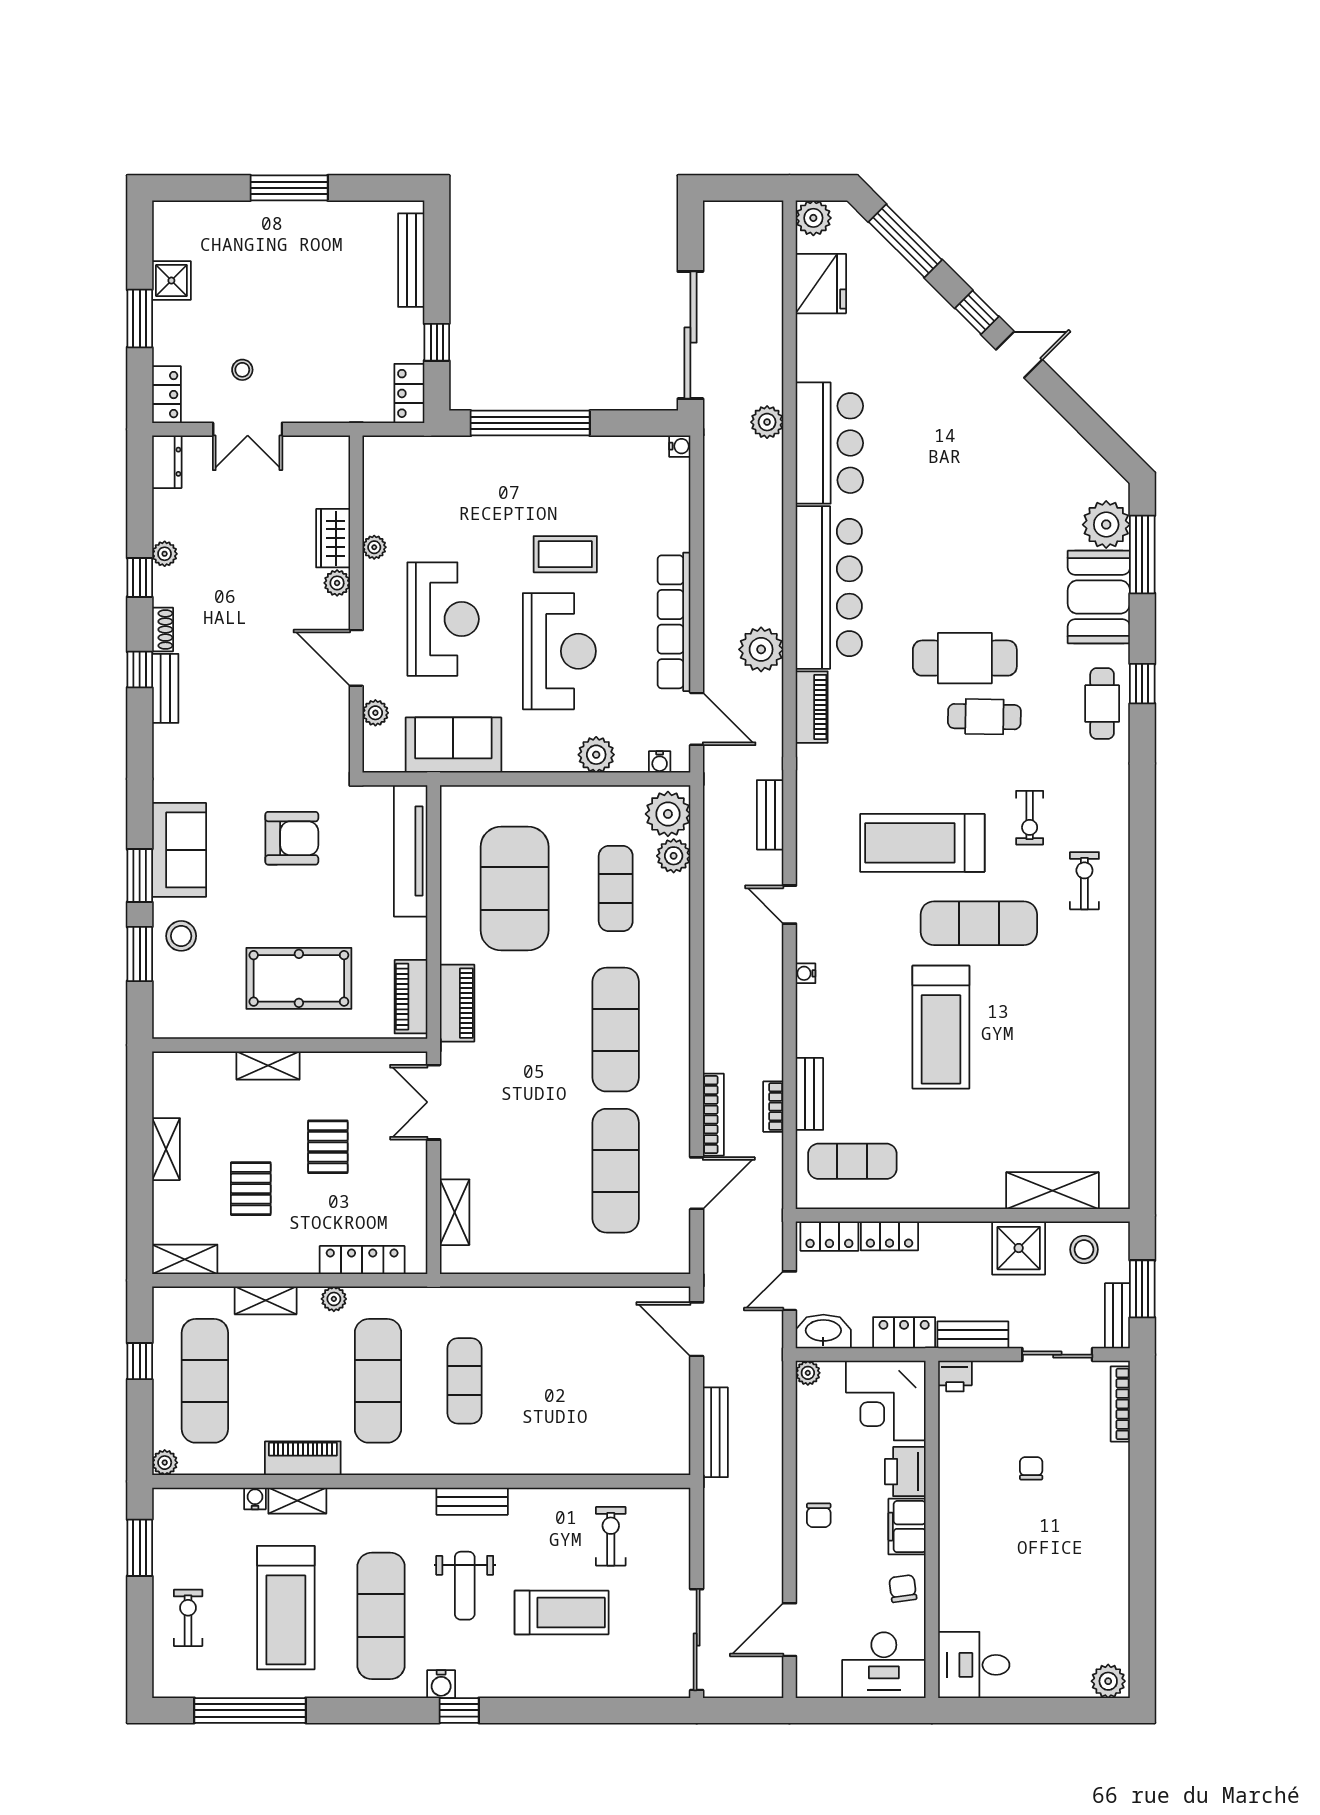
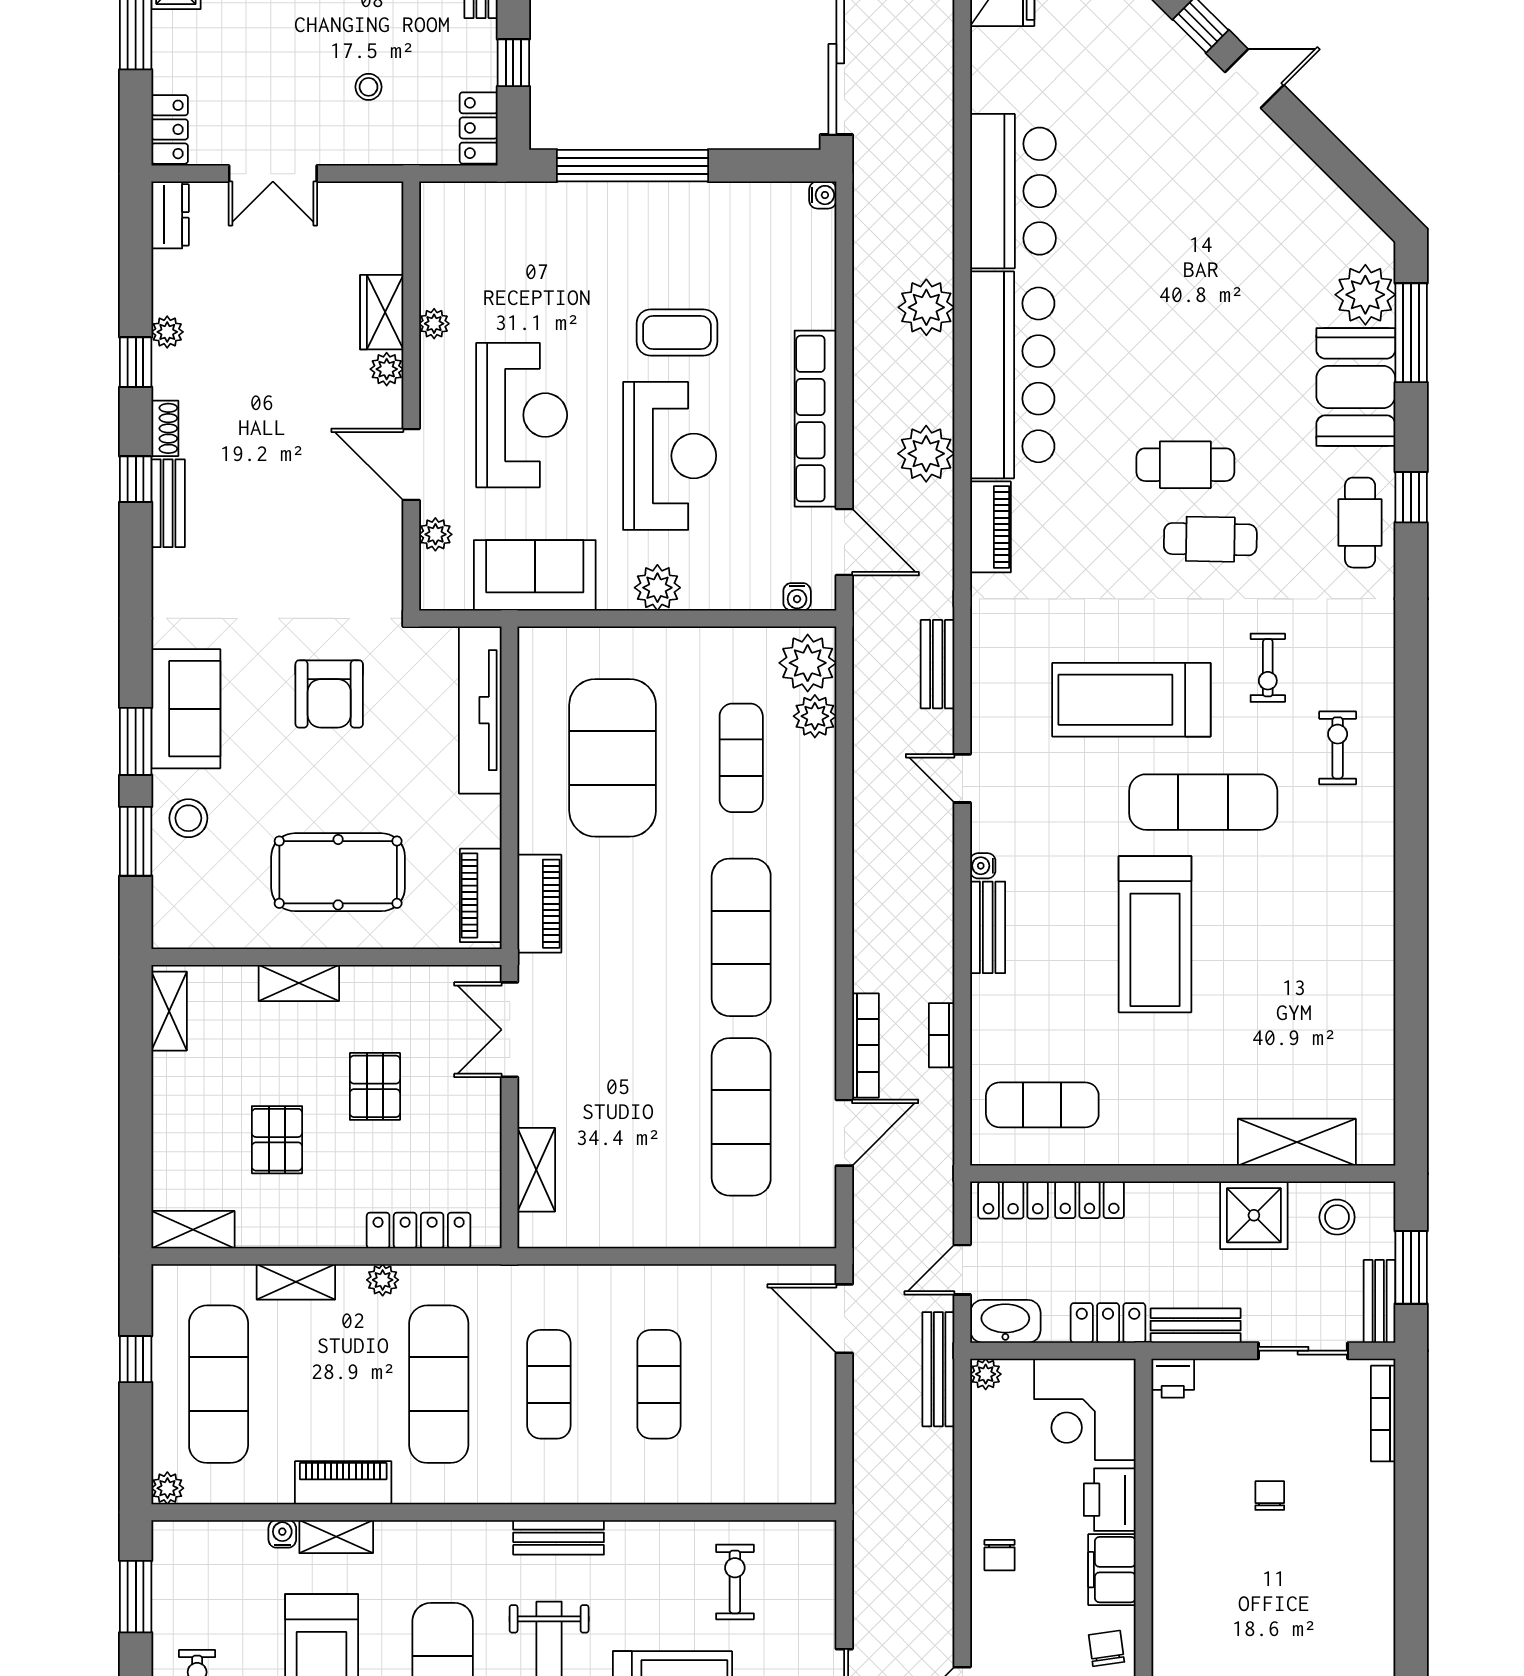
stool: (242, 370) -> (369, 87), moved
plant: (767, 422) -> (926, 307), moved, width x1.36, depth x1.36
cafe table: (965, 658) -> (1185, 465), width x0.73, depth x0.74
plant: (596, 755) -> (657, 588), moved
armchair: (292, 838) -> (329, 694), turned 90
bench: (809, 1094) -> (988, 927), moved
shelving: (166, 1149) -> (169, 1011), moved
exercise mat: (551, 1381) -> (659, 1384), added
bench: (715, 1432) -> (938, 1369), moved

